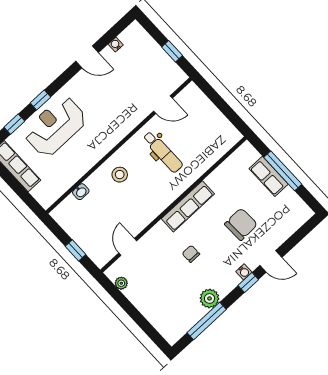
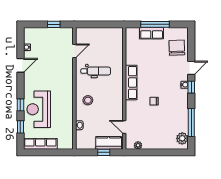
chair: (241, 224) -> (177, 48), moved
kitchen counter: (92, 246) -> (109, 143), added
plant: (210, 298) -> (182, 138), moved

